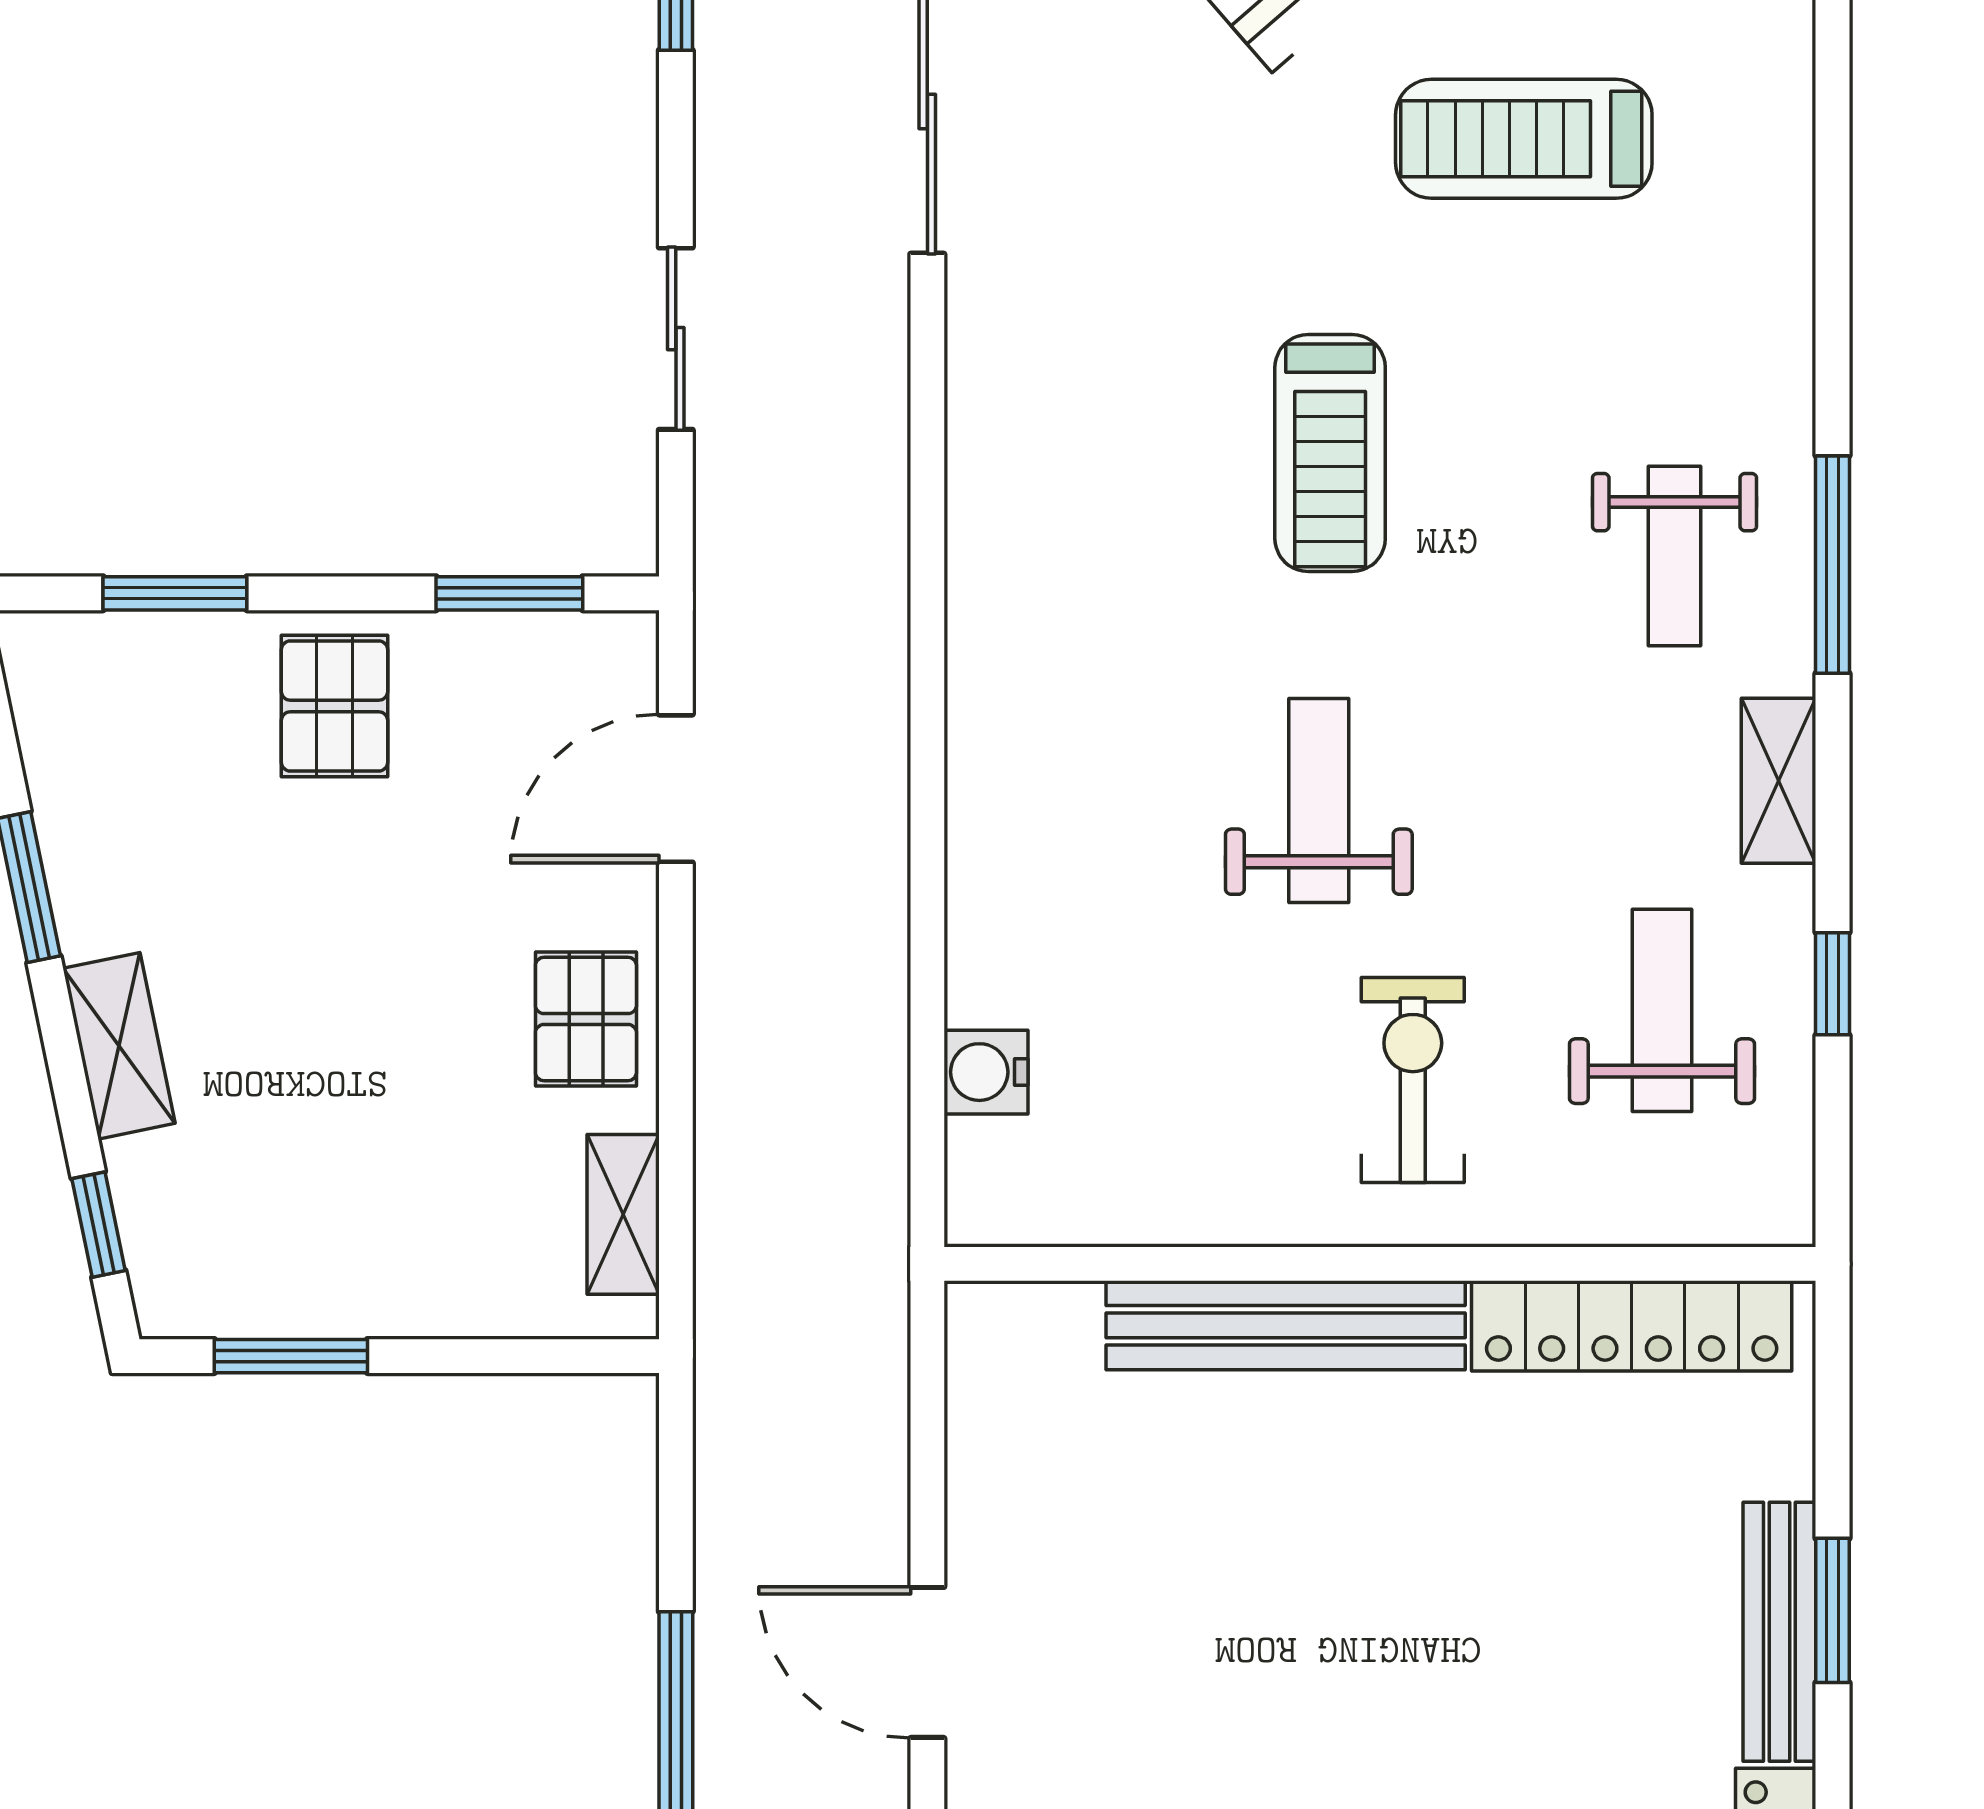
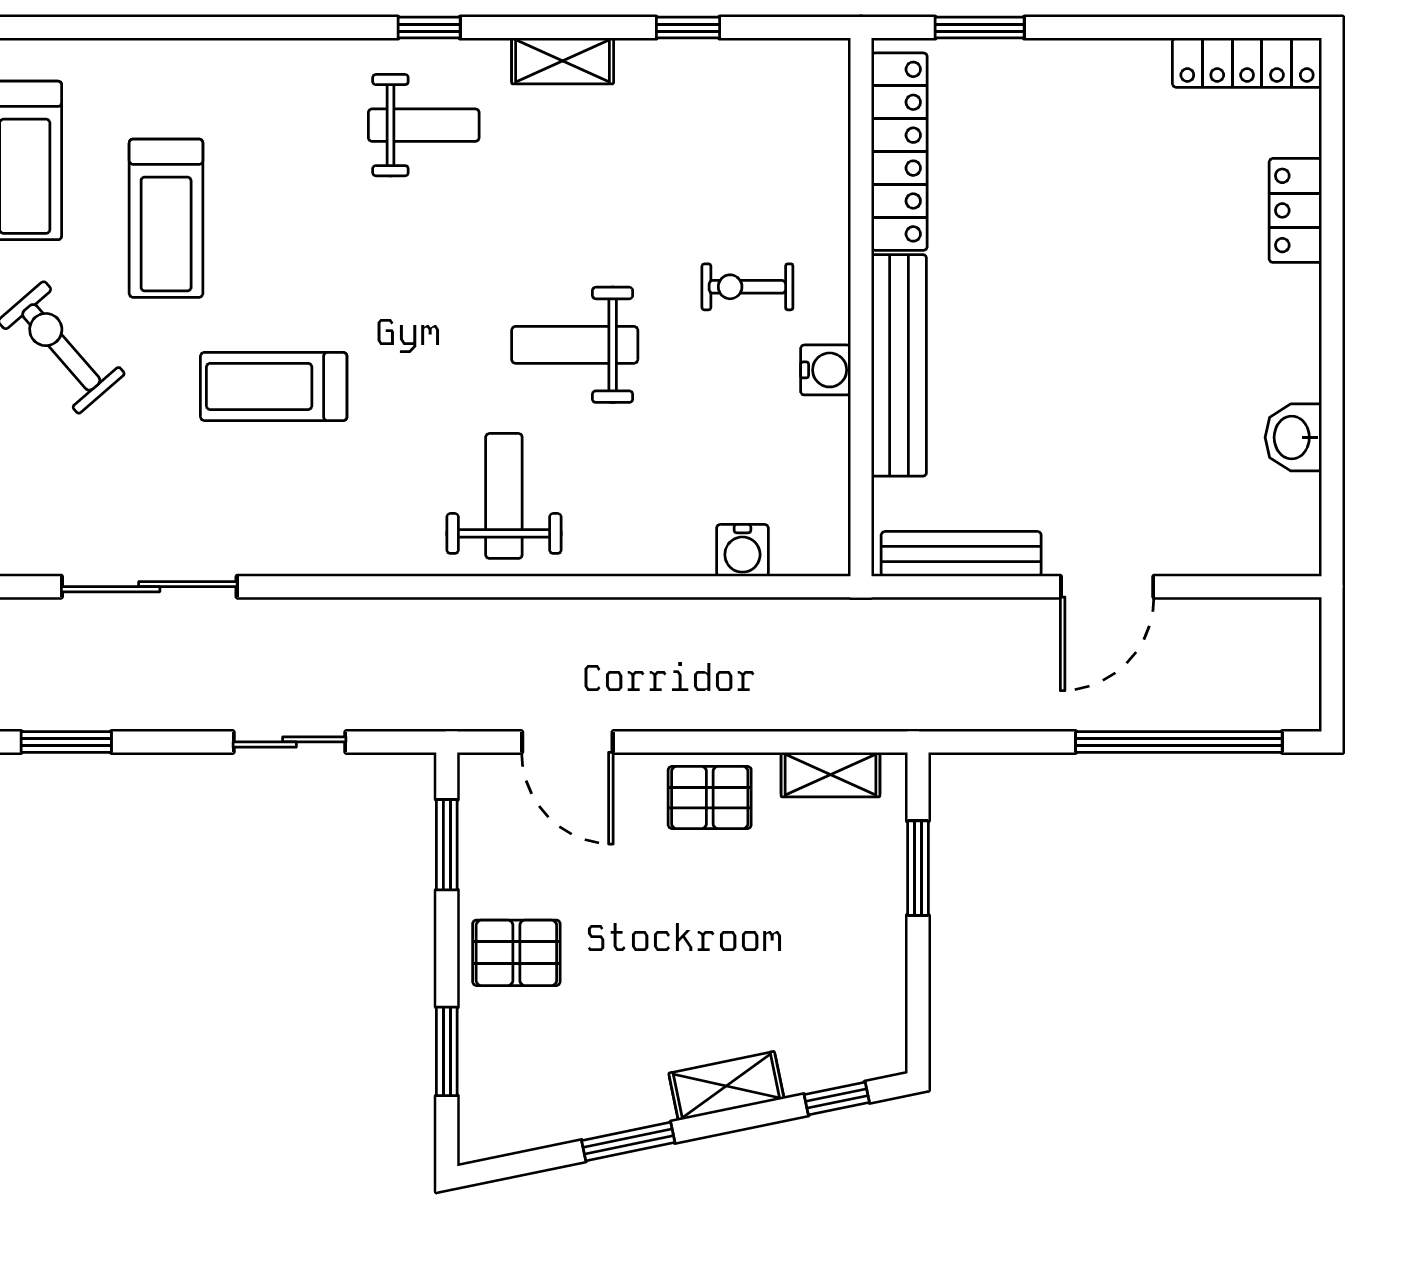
treadmill: (1330, 453) -> (274, 386), moved, turned 180
window: (1832, 565) -> (429, 28), width x0.46
weight bench: (1662, 1010) -> (504, 496), moved, turned 90
exercise bike: (1413, 1080) -> (747, 287), width x0.73, depth x0.72
water cooler: (1278, 1207) -> (826, 370), added
window: (291, 1356) -> (918, 868), moved
window: (1832, 1610) -> (980, 28), moved
bench: (1779, 1632) -> (961, 554), moved

